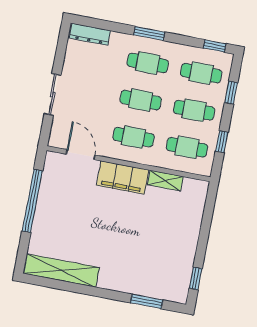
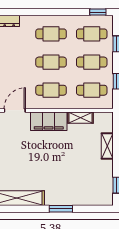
window: (149, 33) -> (48, 12), removed
door: (81, 155) -> (15, 110), hinge flipped
shelving: (194, 225) -> (107, 146), added
window: (147, 301) -> (61, 209), moved

